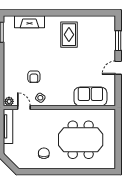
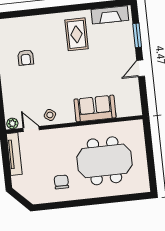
fireplace: (29, 22) -> (110, 15), moved
armchair: (34, 77) -> (26, 58), moved
sofa: (90, 96) -> (95, 108), moved

